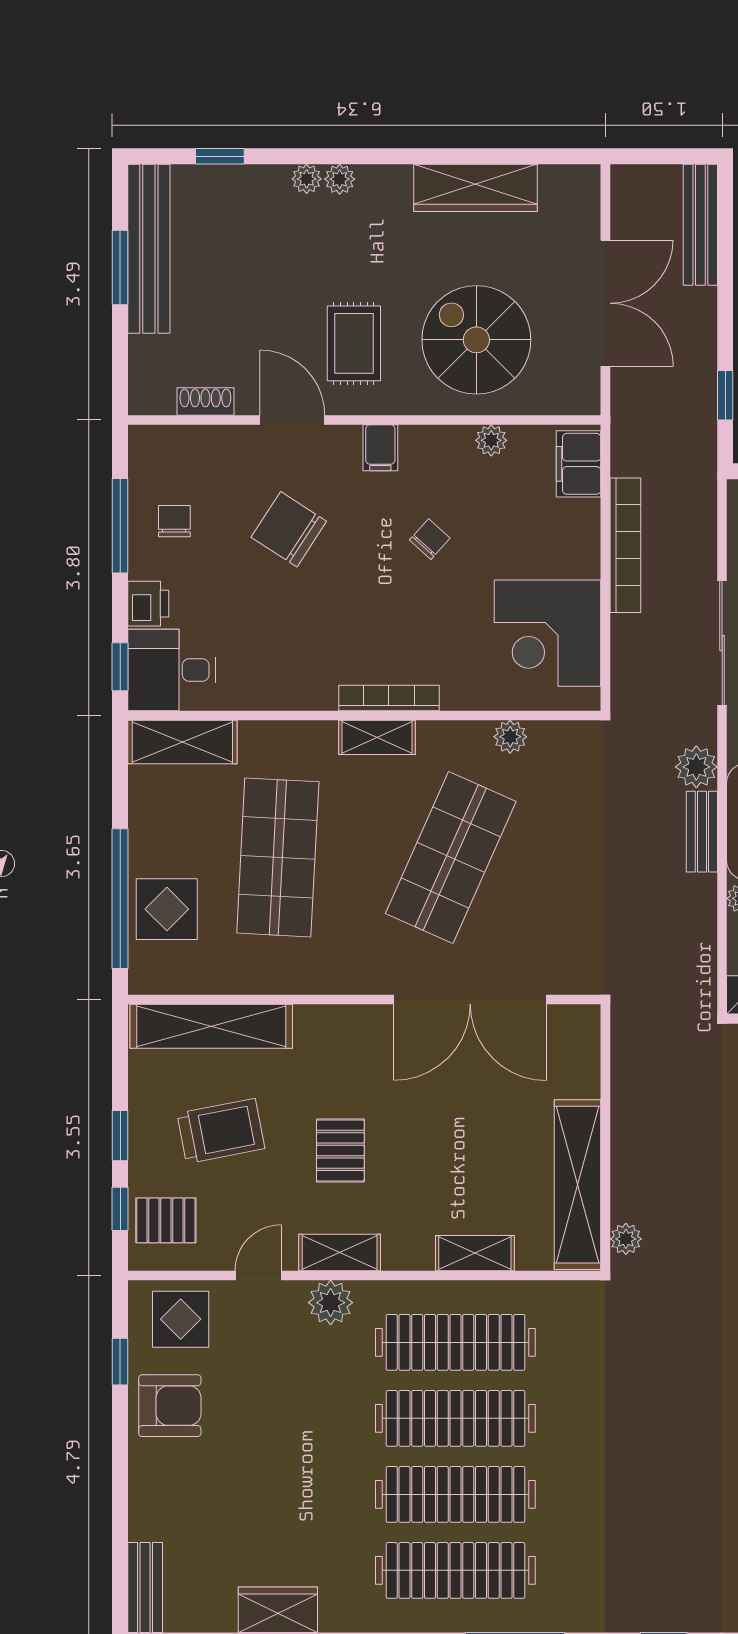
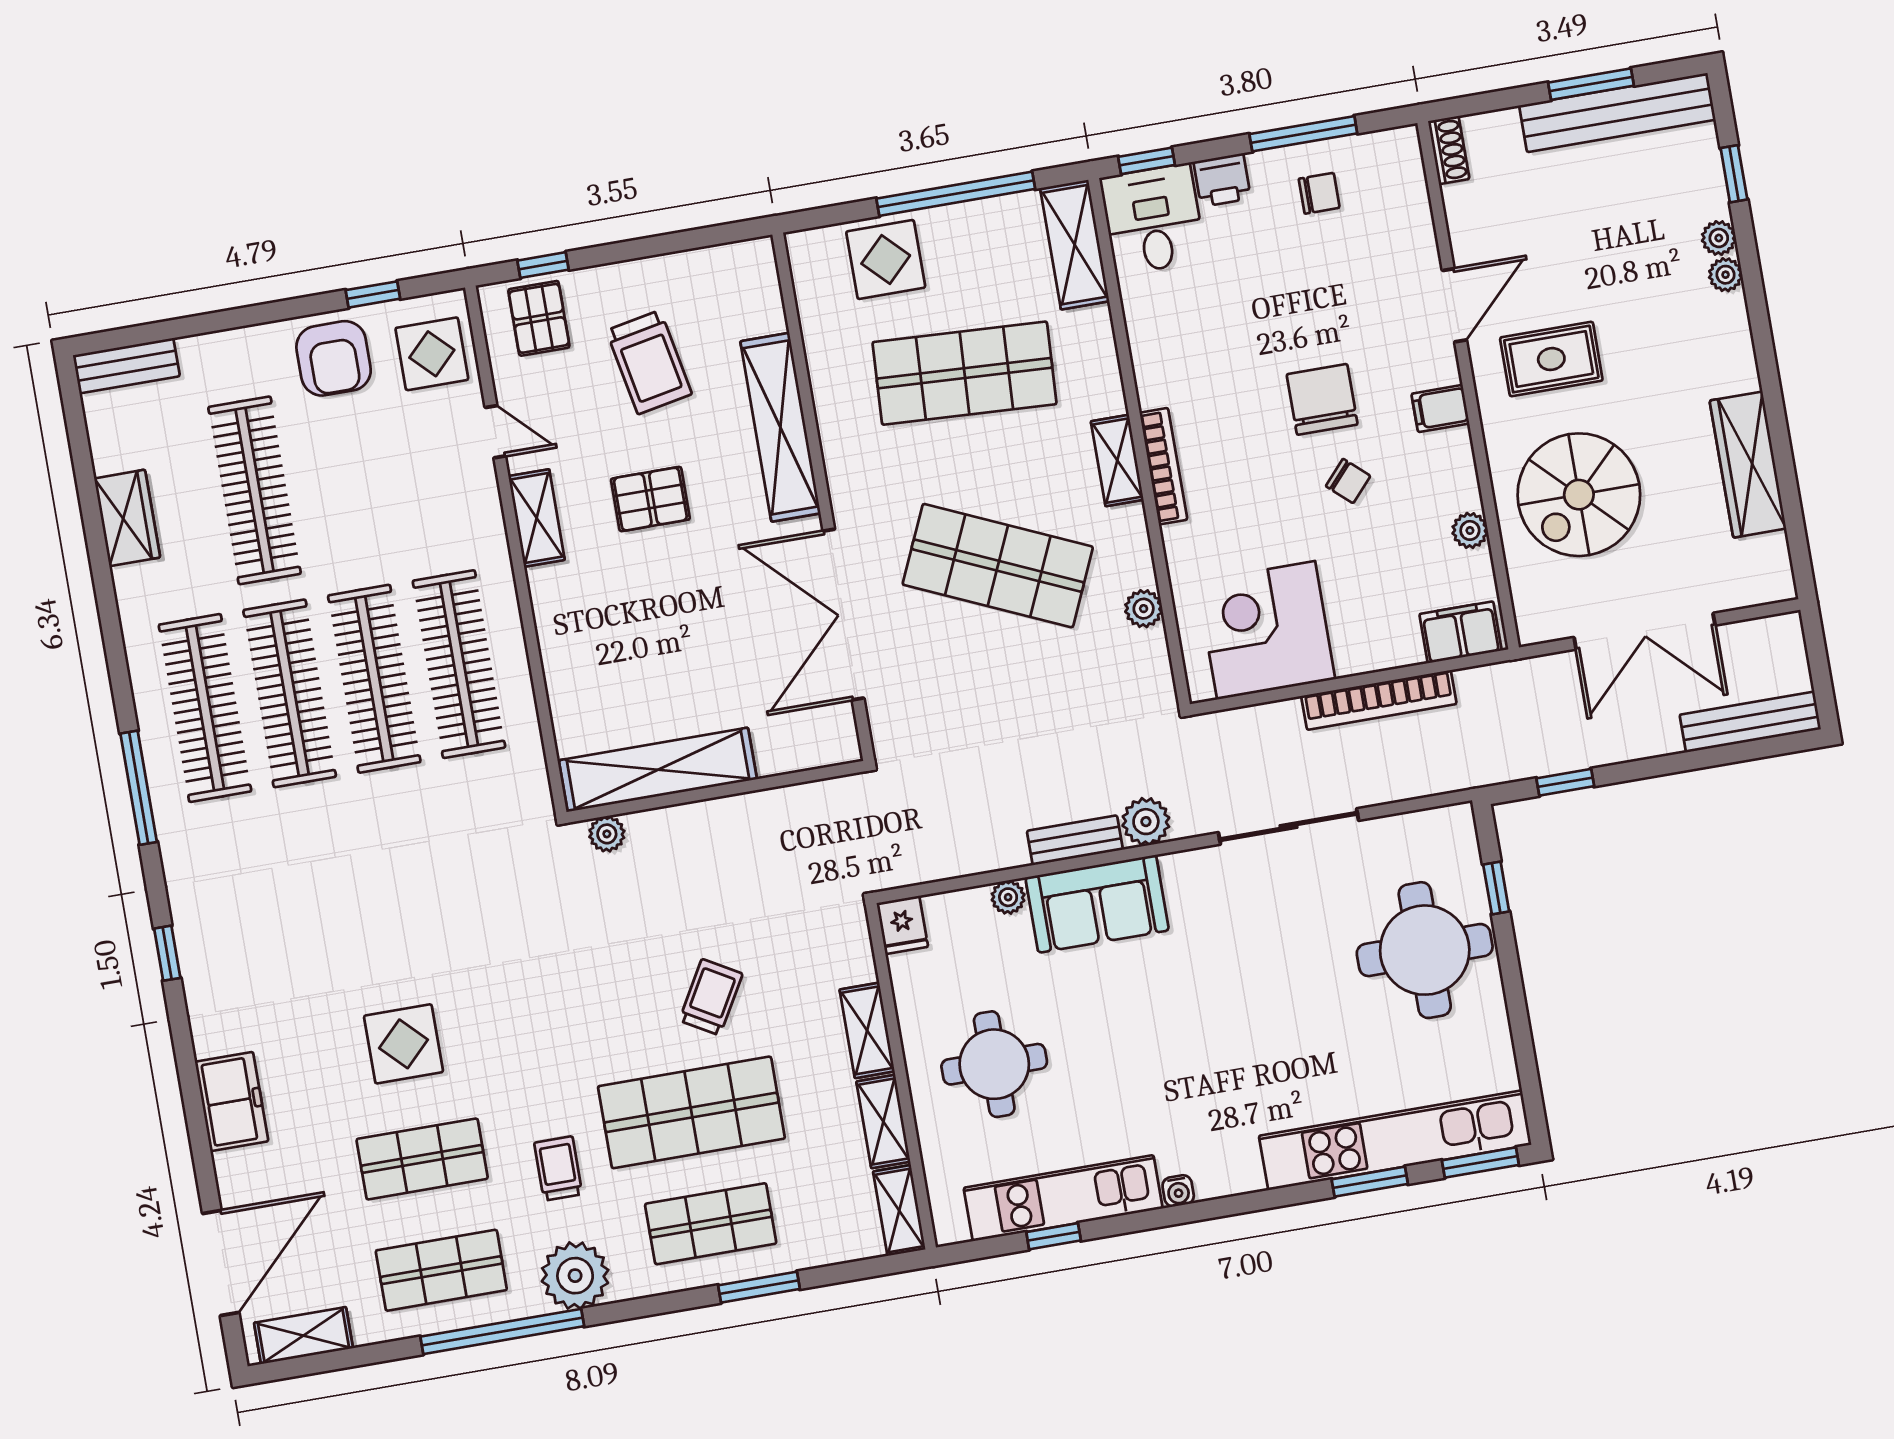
plant: (340, 179) -> (1719, 238), moved
spiral stairs: (476, 340) -> (1579, 495), turned 180
shoe rack: (205, 401) -> (1449, 150), moved
chair: (289, 529) -> (1322, 399), moved, turned -33
window: (120, 899) -> (956, 194), moved
shelving: (211, 1026) -> (780, 427), moved
window: (120, 1136) -> (625, 251), removed
shelving: (475, 1253) -> (562, 669), removed
plant: (331, 1303) -> (479, 517), removed
clothes rail: (273, 1494) -> (255, 490), added

